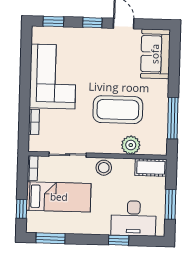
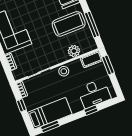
coffee table: (118, 110) -> (69, 24), moved
bed: (59, 197) -> (50, 113), moved
window: (170, 204) -> (108, 65), moved
window: (22, 209) -> (21, 105), moved

